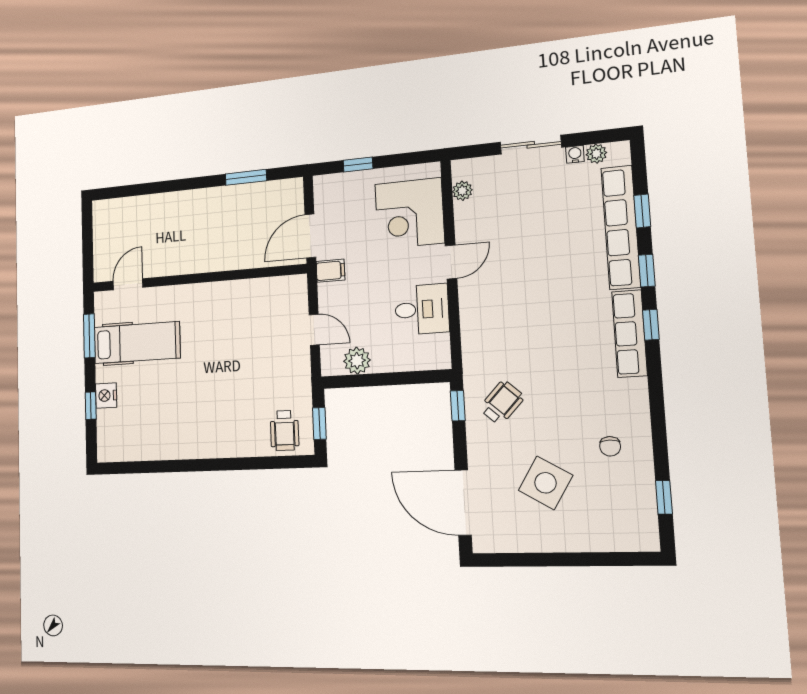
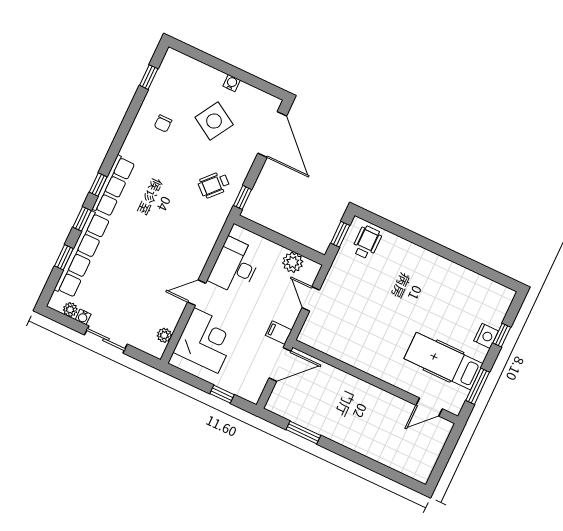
desk: (422, 309) -> (235, 266), width x1.37
chair: (610, 446) -> (163, 123), turned 180
water cooler: (550, 543) -> (232, 83), added

